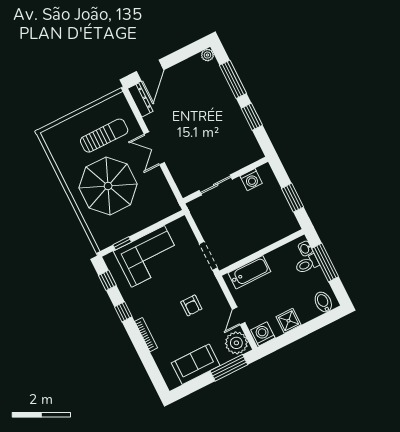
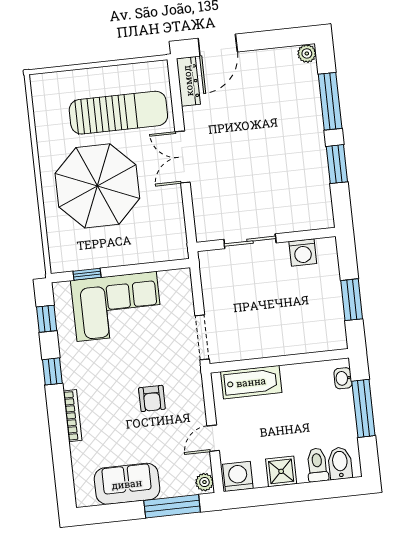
sun lounger: (104, 136) -> (118, 113), width x1.36, depth x1.34
toilet: (307, 264) -> (317, 465), moved, turned 90
plant: (236, 343) -> (204, 482), width x0.53, depth x0.53

